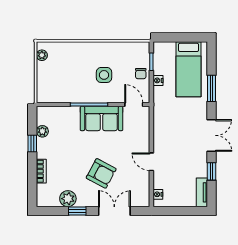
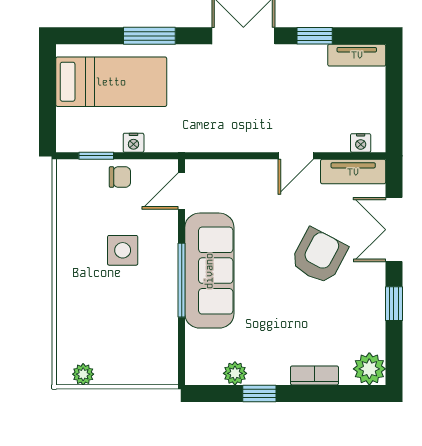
sofa: (101, 118) -> (209, 271), width x1.36
tv unit: (143, 191) -> (353, 172), added
plant: (68, 199) -> (369, 369), moved

